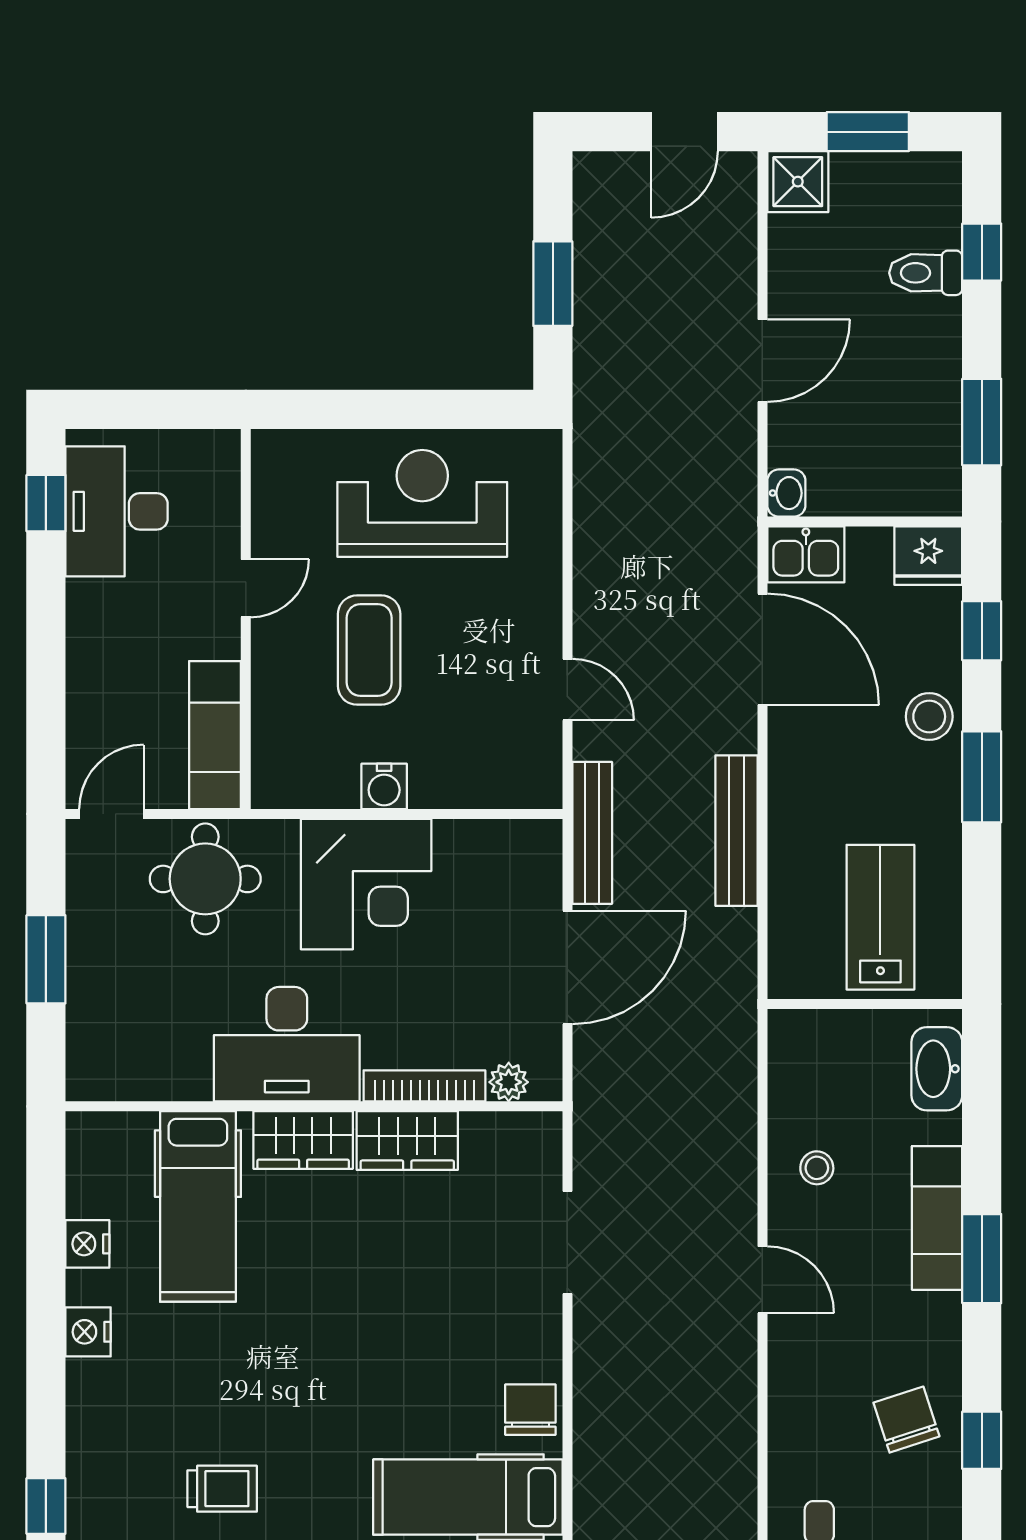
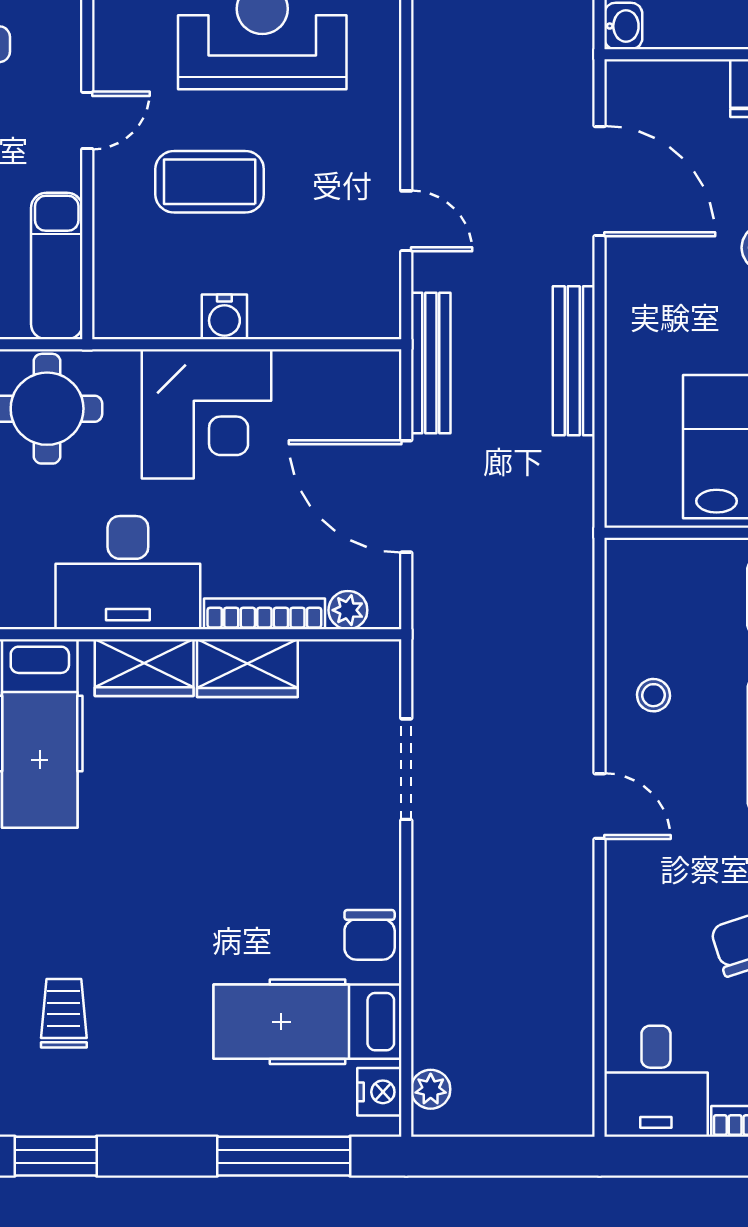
kitchen sink: (806, 554) -> (643, 87), removed
coffee table: (369, 650) -> (210, 182), turned 90
door: (567, 967) -> (406, 496), swing flipped
chair: (530, 1410) -> (370, 935), turned 180
trolley: (222, 1489) -> (64, 1013), turned -90

